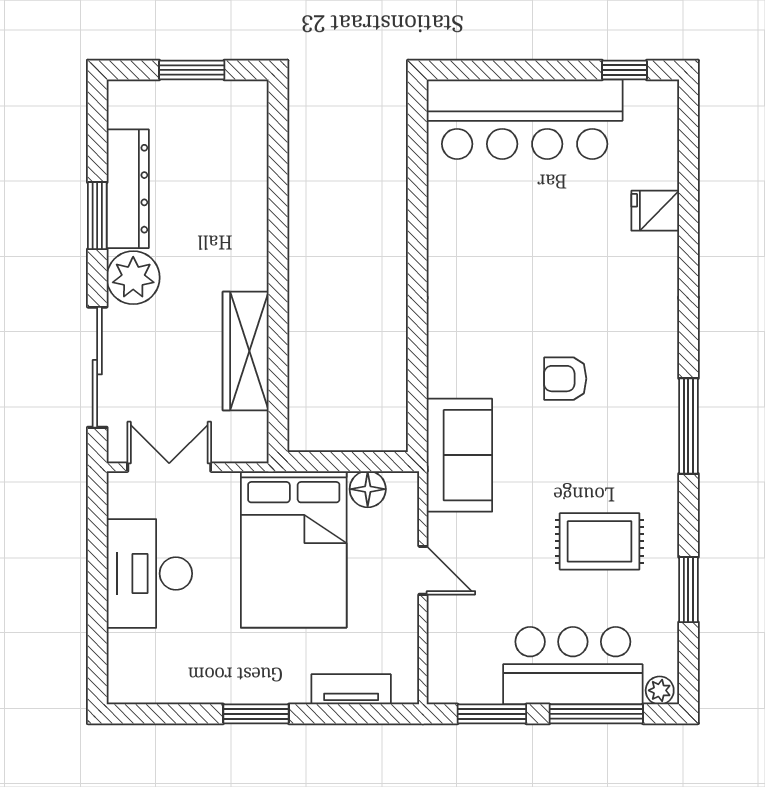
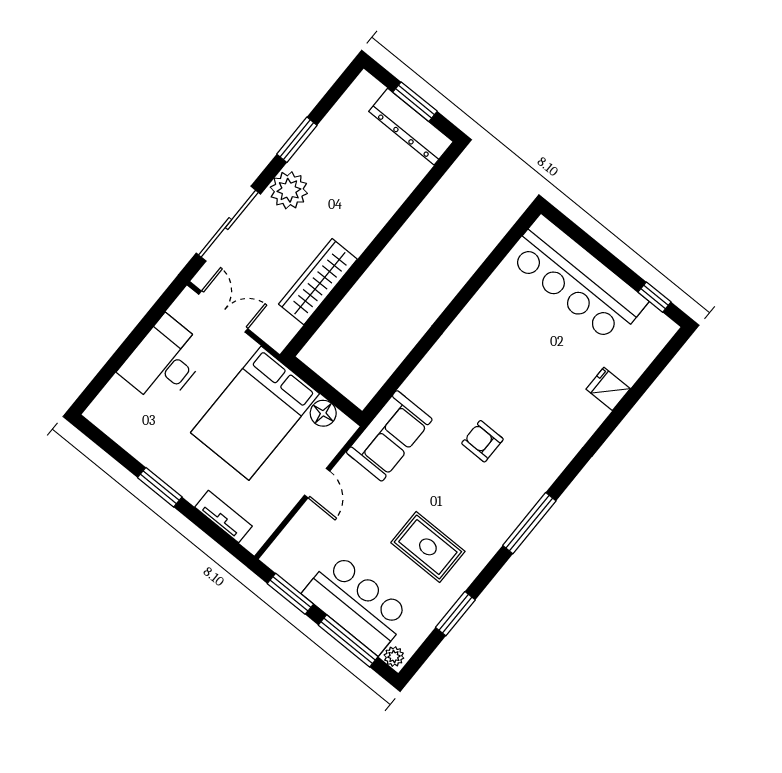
dresser: (128, 189) -> (411, 127), moved, turned 90

